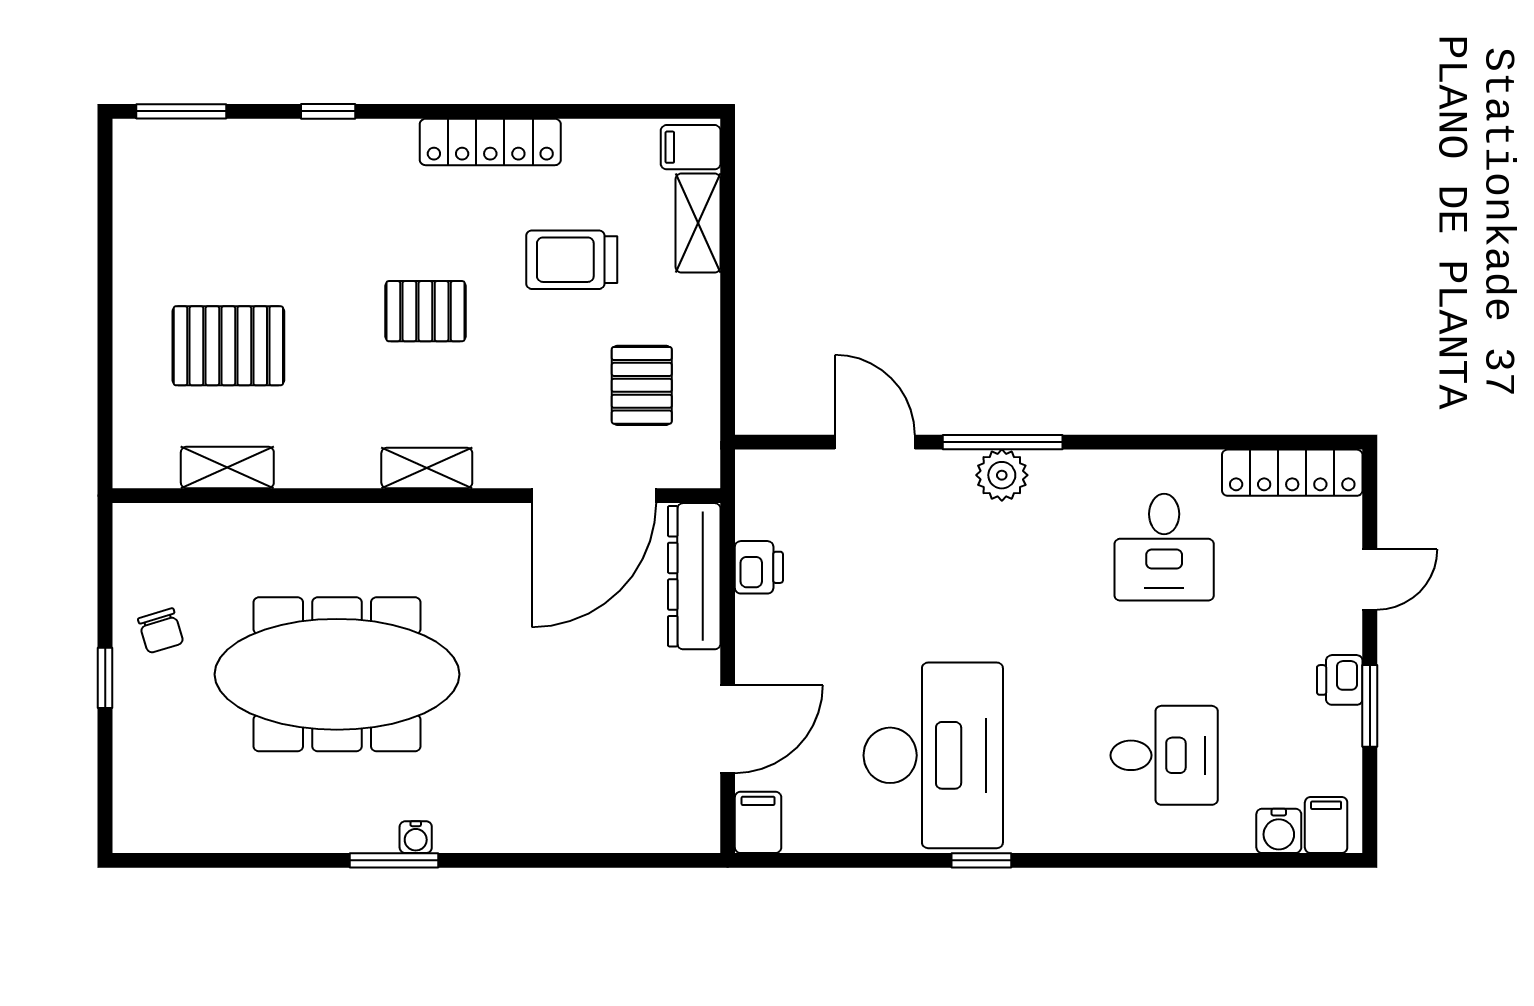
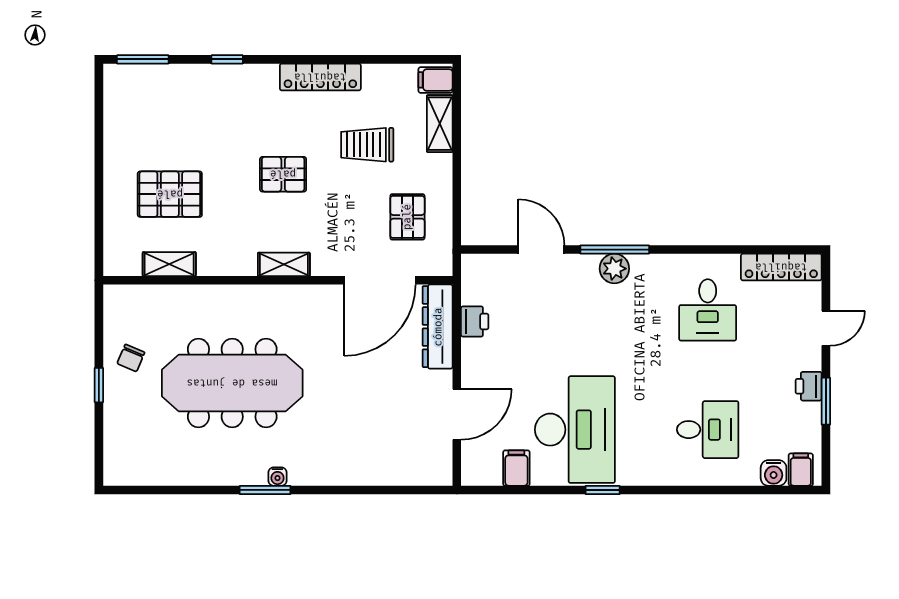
chair: (161, 631) -> (131, 358), turned 40
filing cabinet: (758, 822) -> (516, 468), moved

